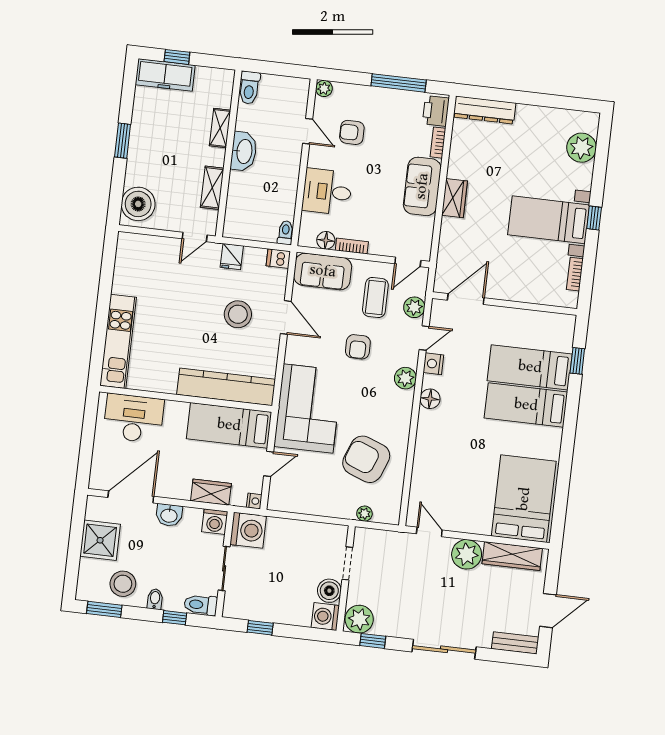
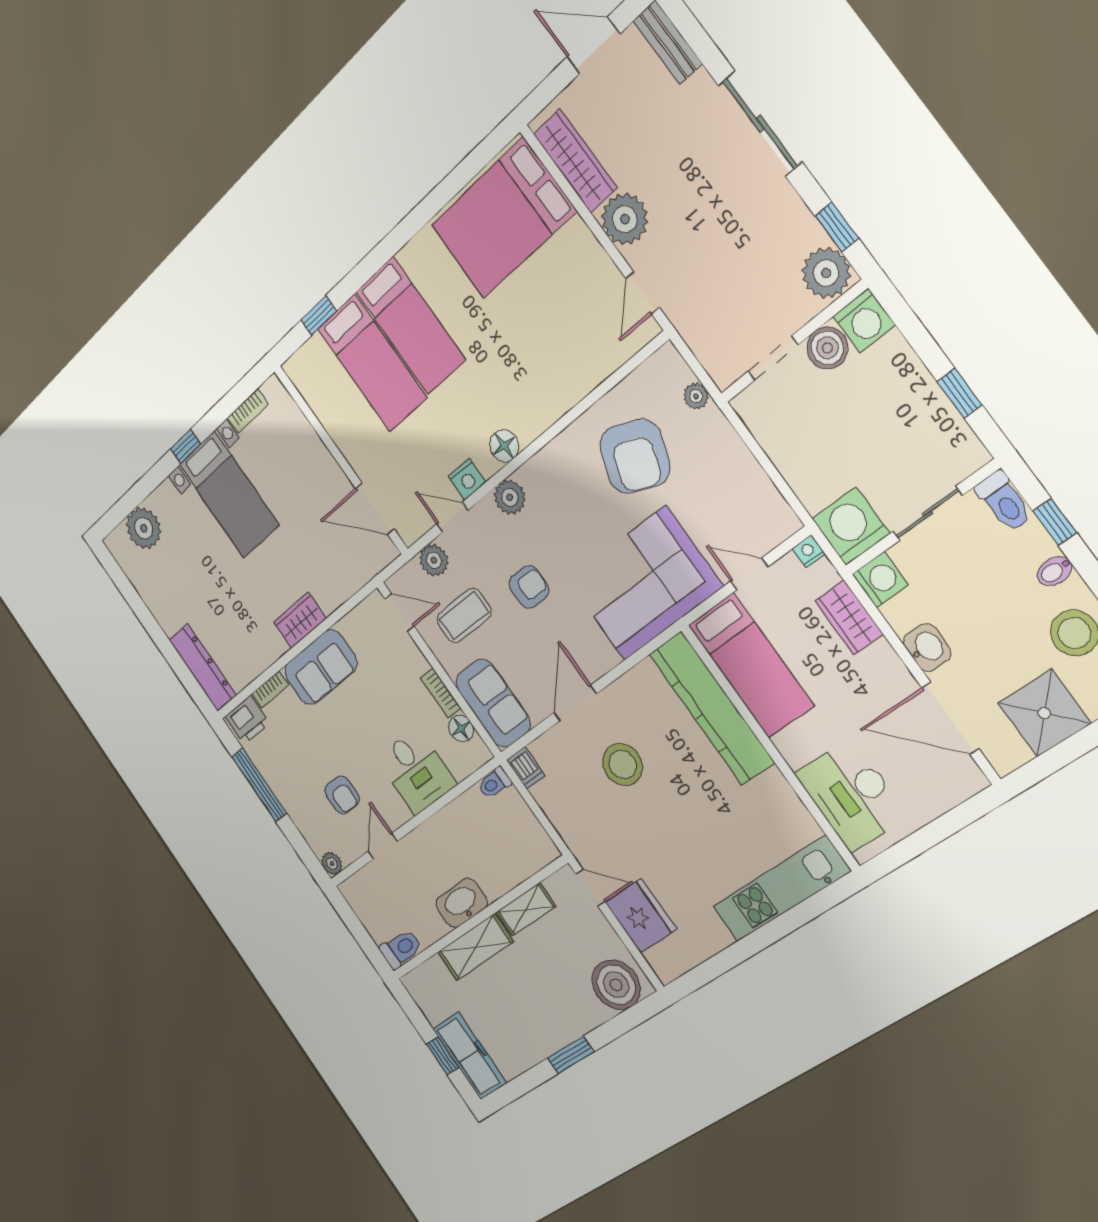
shelving: (220, 128) -> (476, 947), width x1.50, depth x1.33
fridge: (232, 257) -> (641, 916), moved, width x1.88, depth x1.34

